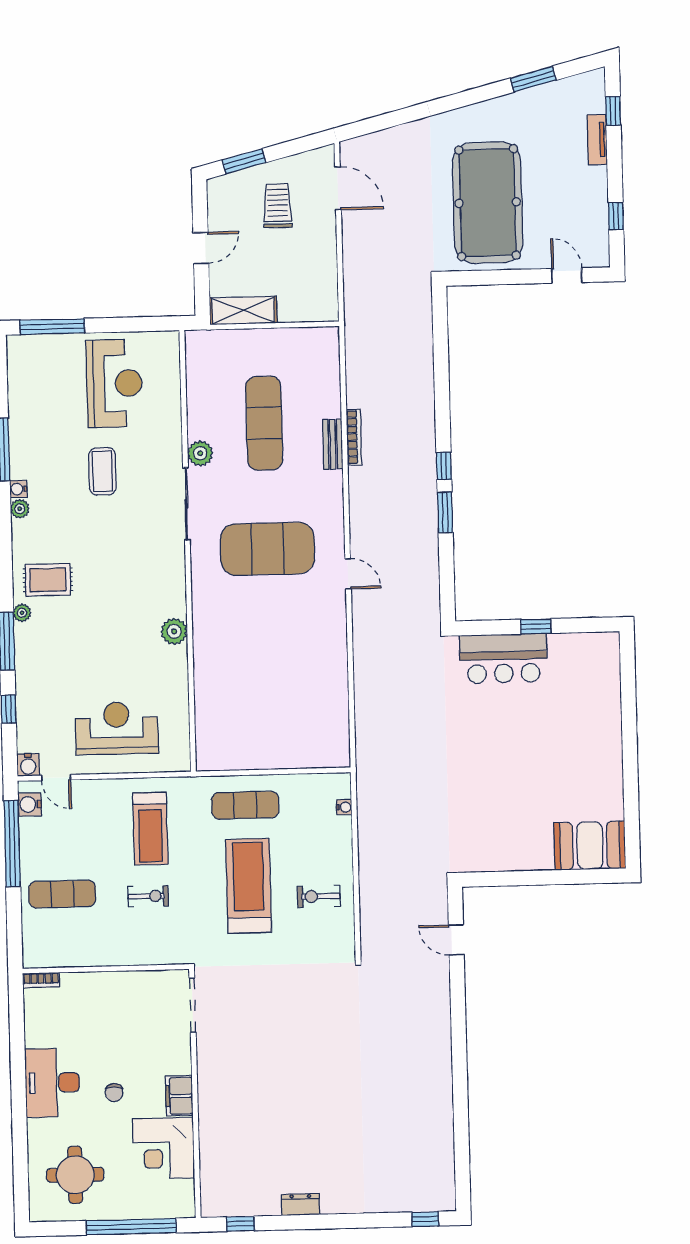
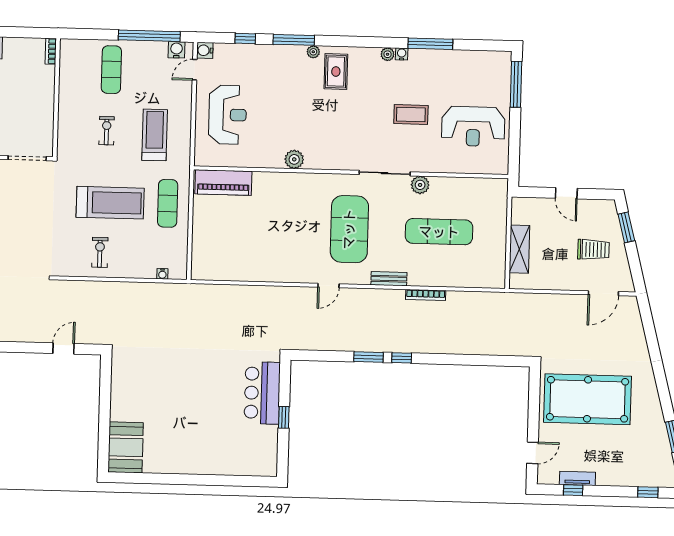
tv unit: (597, 140) -> (577, 478), moved
shelving: (243, 310) -> (519, 249), moved
bench: (333, 444) -> (389, 279), moved
piano: (212, 729) -> (223, 183), added
treadmill: (150, 829) -> (155, 135), turned 90
exercise bike: (148, 896) -> (107, 131), turned 180

